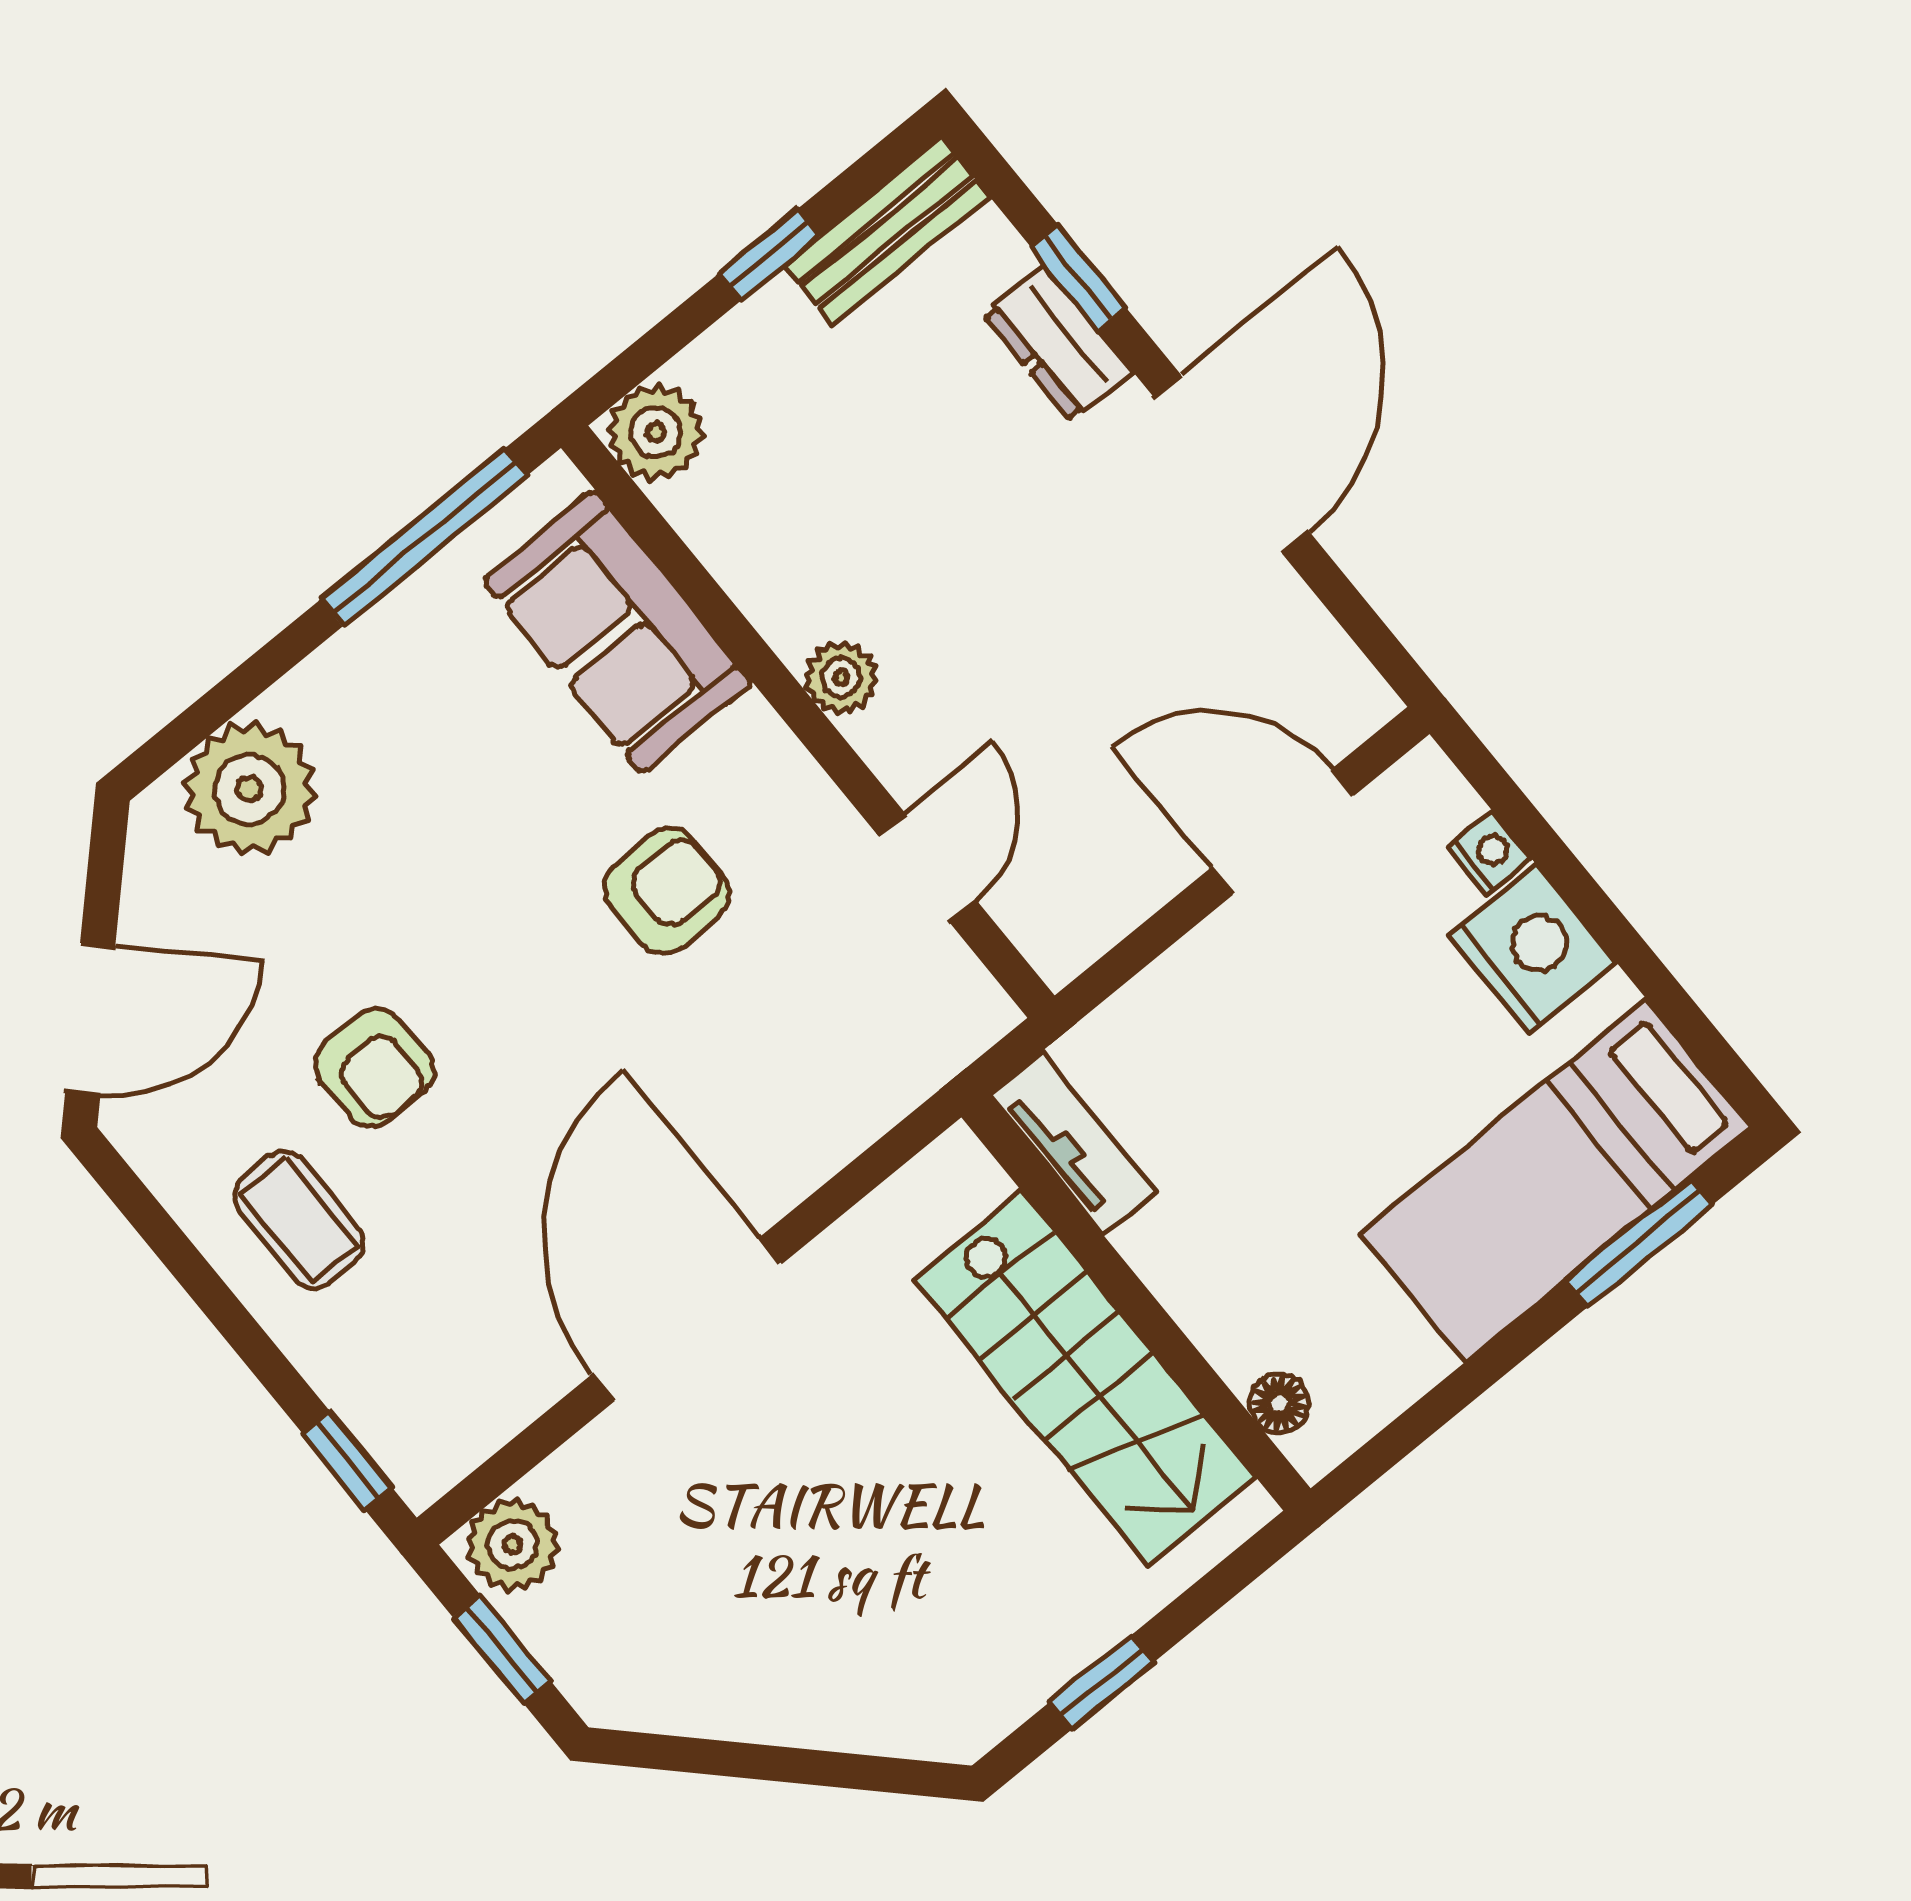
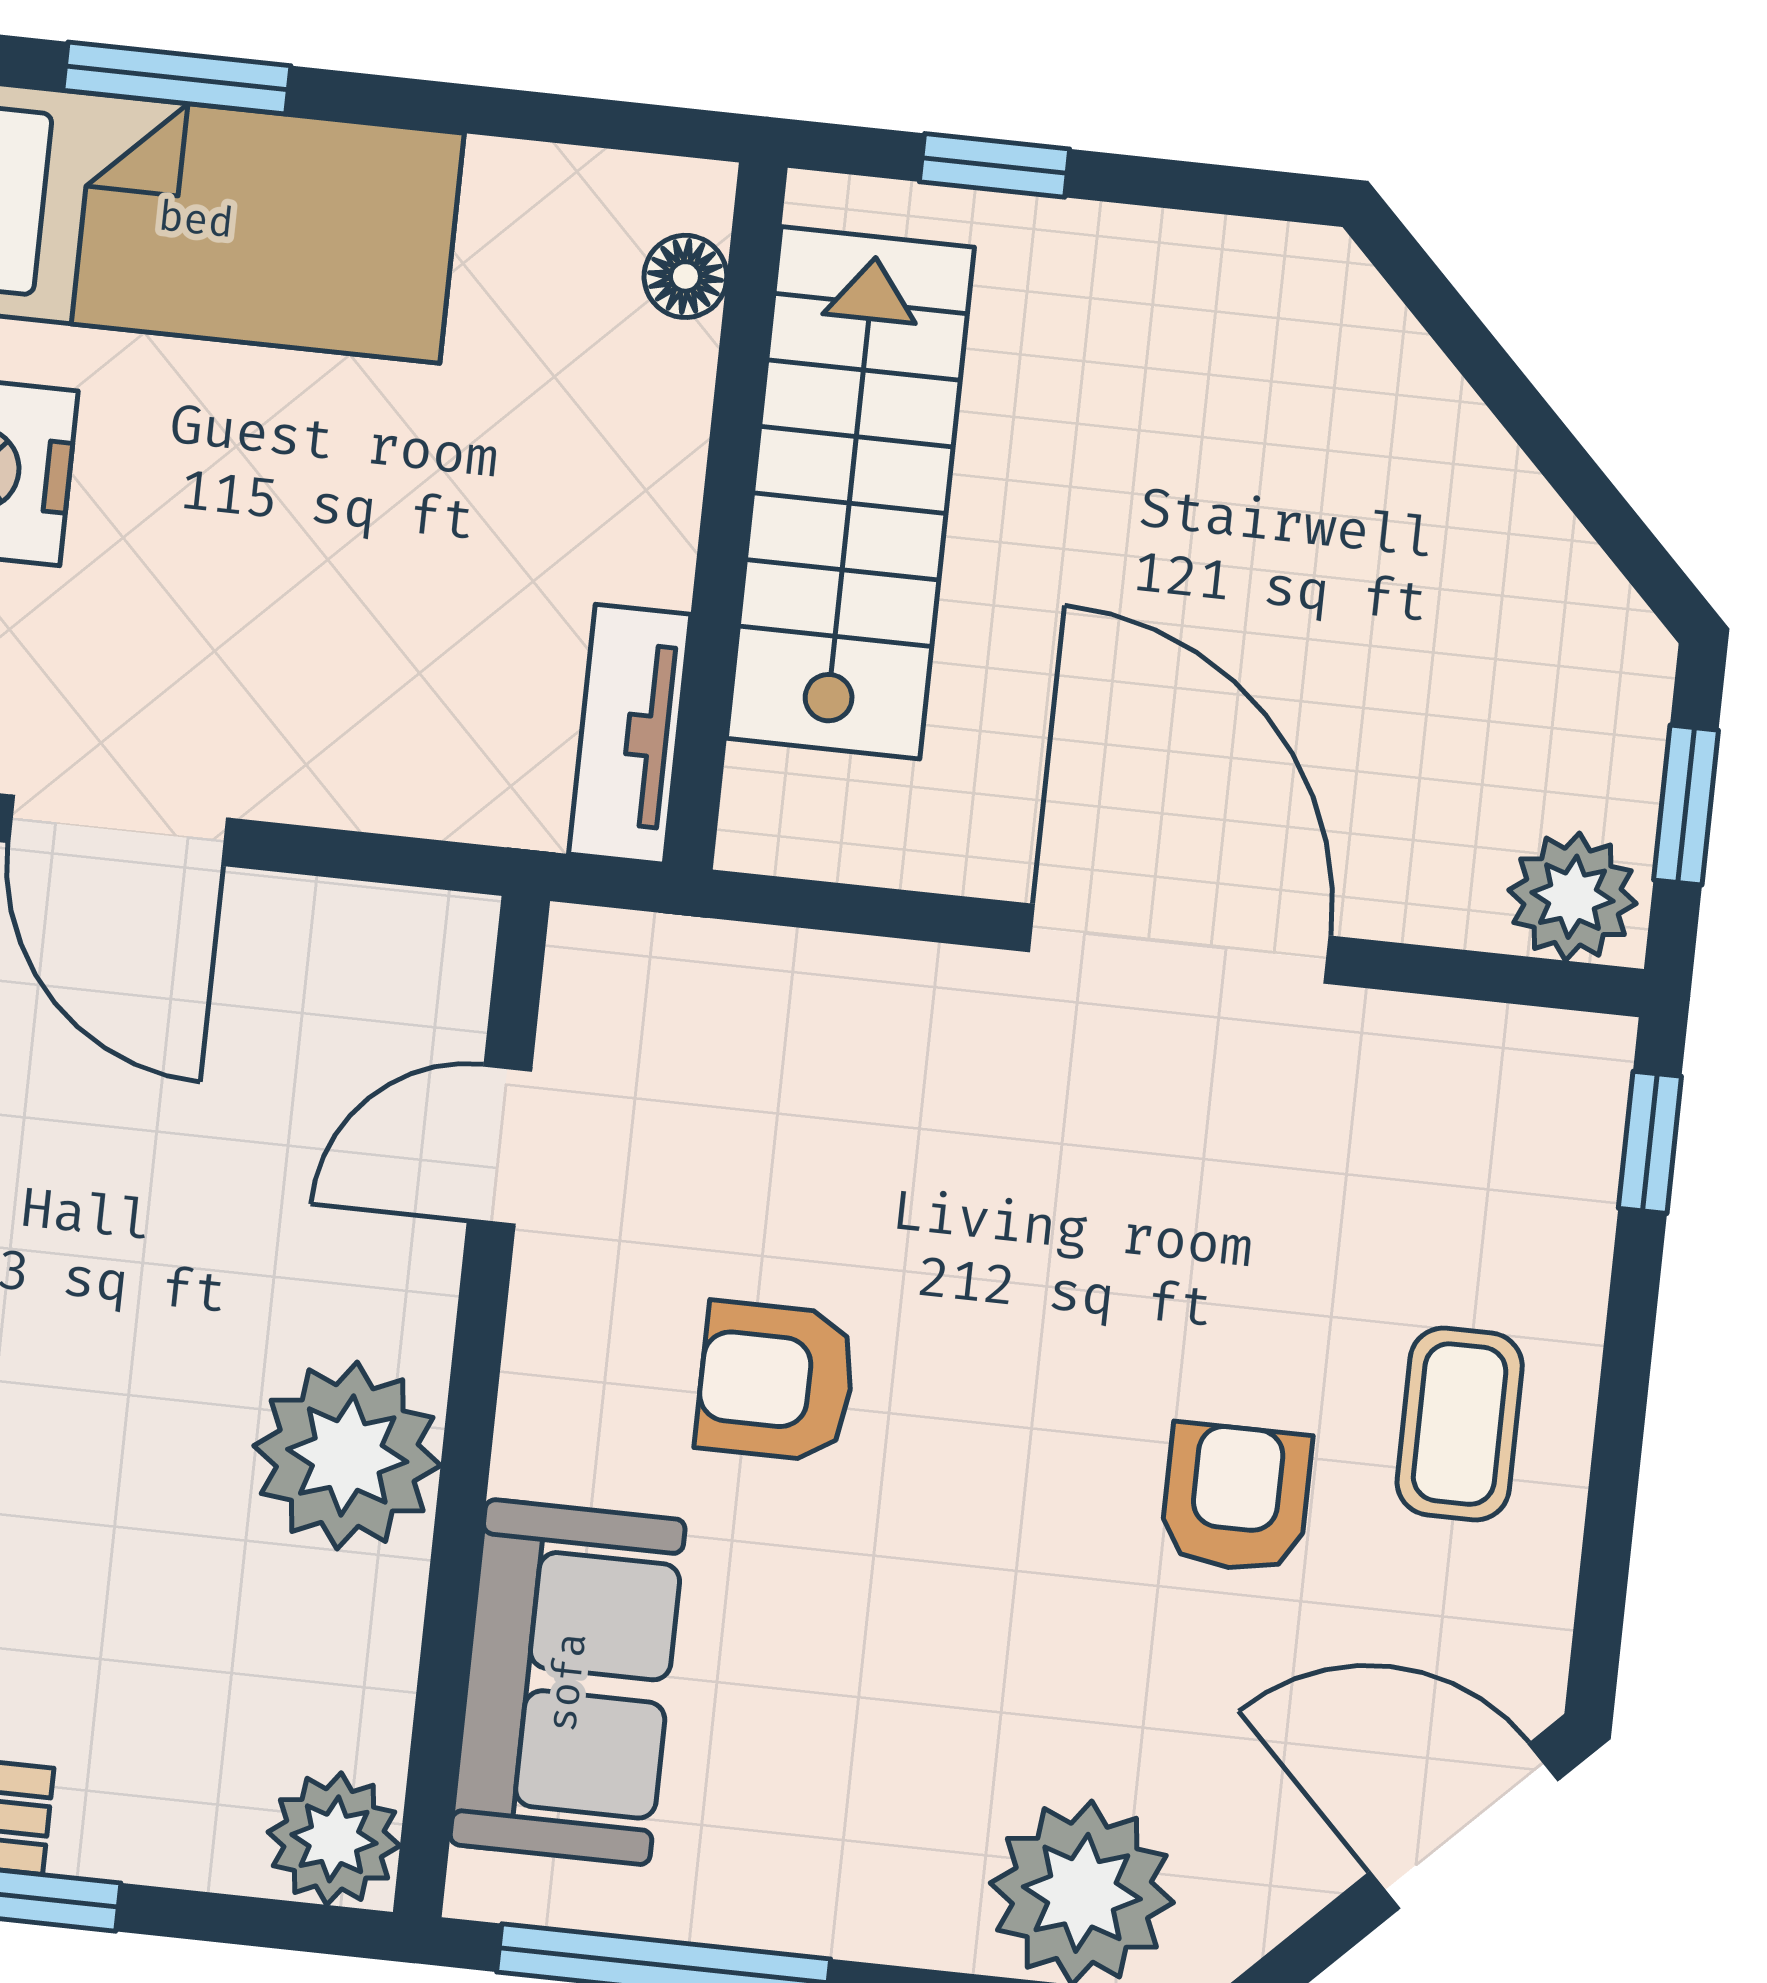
plant: (841, 678) -> (347, 1456), width x1.87, depth x1.87
door: (687, 1319) -> (1179, 944), swing flipped
window: (1102, 1682) -> (995, 165), moved

